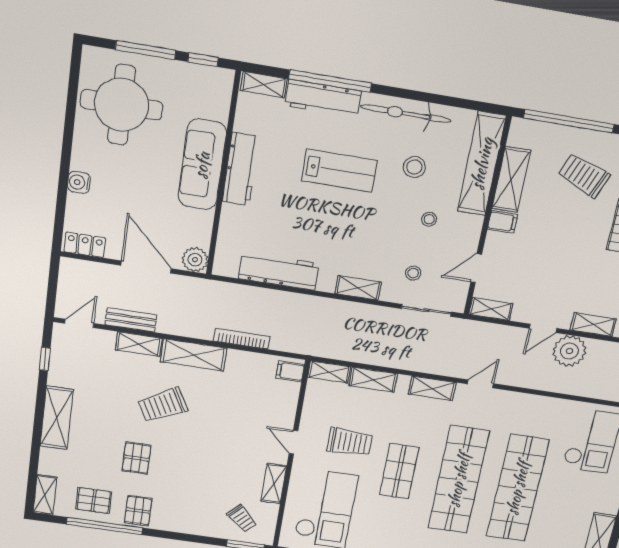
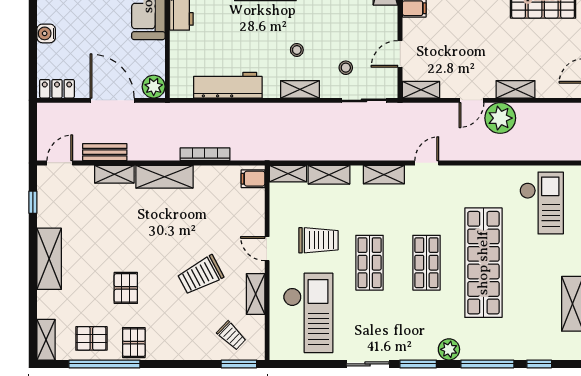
stool: (429, 219) -> (297, 50), moved
trolley: (163, 405) -> (200, 275), moved
shop shelf: (459, 480) -> (426, 263), width x0.50, depth x0.74

